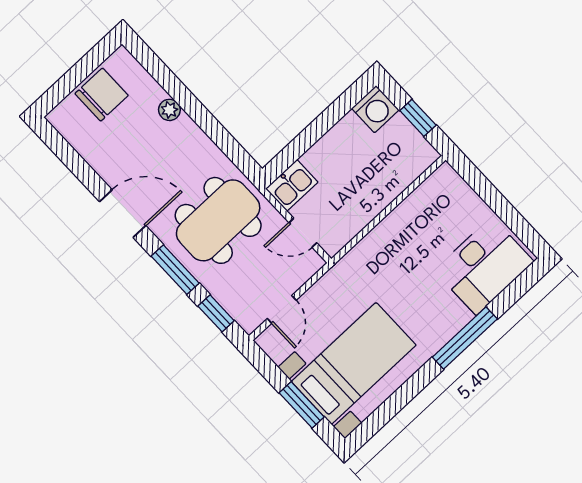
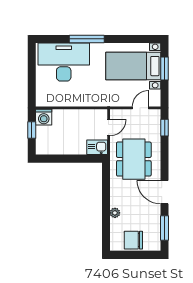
washing machine: (375, 109) -> (44, 117), moved, turned 180
dining table: (218, 220) -> (134, 159), turned 90
door: (303, 233) -> (109, 128), hinge flipped
desk: (484, 266) -> (64, 62), width x1.36, depth x1.30
window: (175, 270) -> (165, 228), moved

